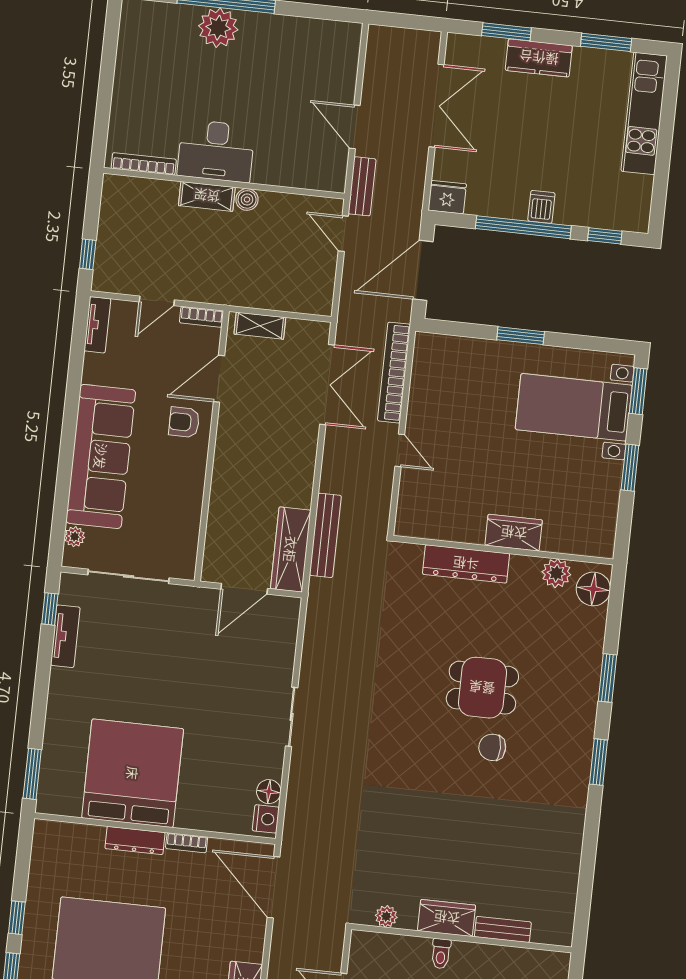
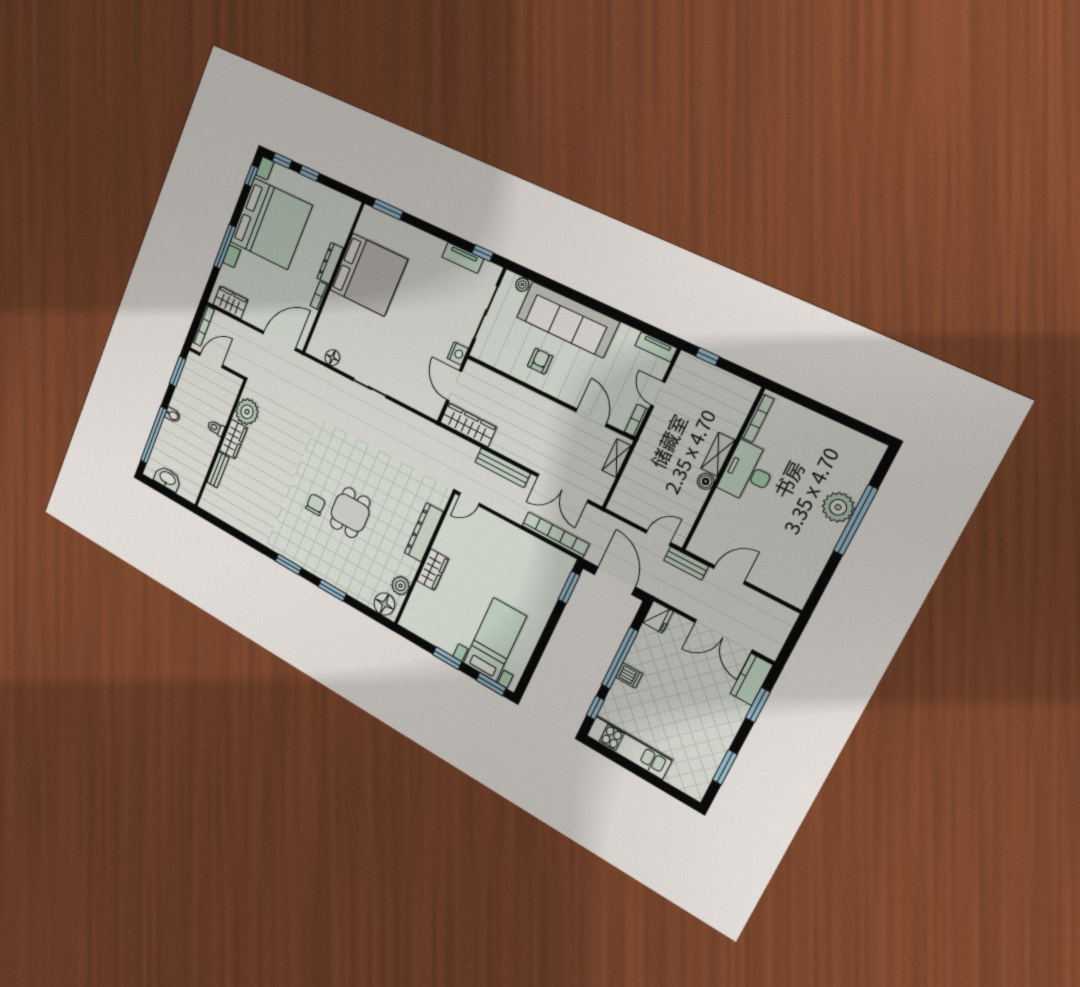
kitchen counter: (539, 58) -> (751, 679), moved
kitchen unit: (644, 113) -> (629, 747), moved
window: (521, 336) -> (569, 587), moved
armchair: (184, 422) -> (540, 361), moved
door: (400, 450) -> (469, 499), moved
bench: (325, 535) -> (503, 468), moved
nightstand: (266, 819) -> (458, 354), moved, turned -90
plant: (386, 916) -> (247, 412), width x1.87, depth x1.87

